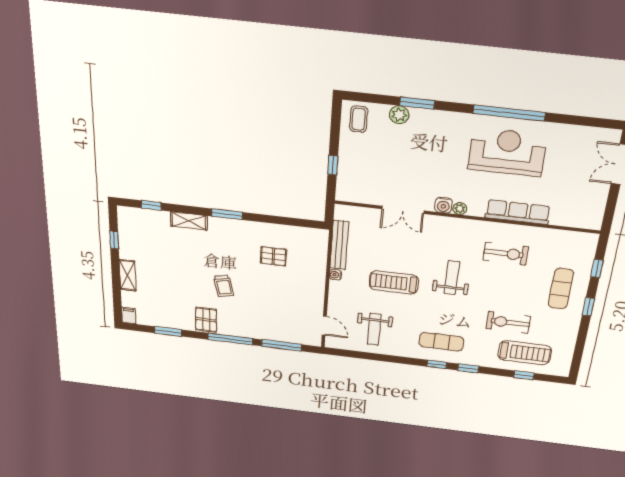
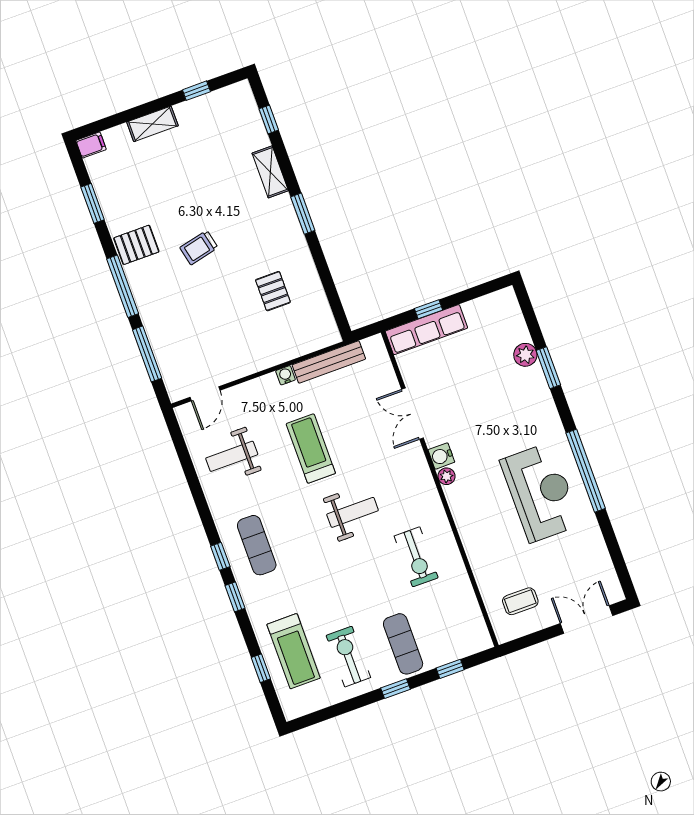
coffee table: (359, 119) -> (520, 601), moved
row of seats: (518, 212) -> (426, 330), moved, turned 90
exercise mat: (561, 289) -> (403, 644), turned 90
exercise bike: (508, 322) -> (348, 656), moved

